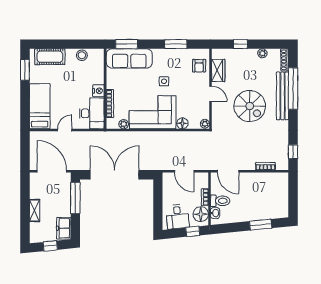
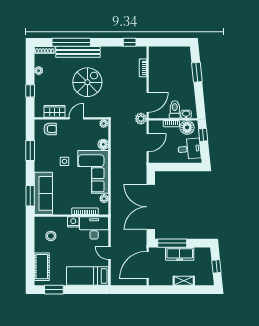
stool: (82, 55) -> (51, 236), moved
plant: (210, 164) -> (141, 119), added
freezer: (64, 228) -> (180, 254), moved, width x1.40

